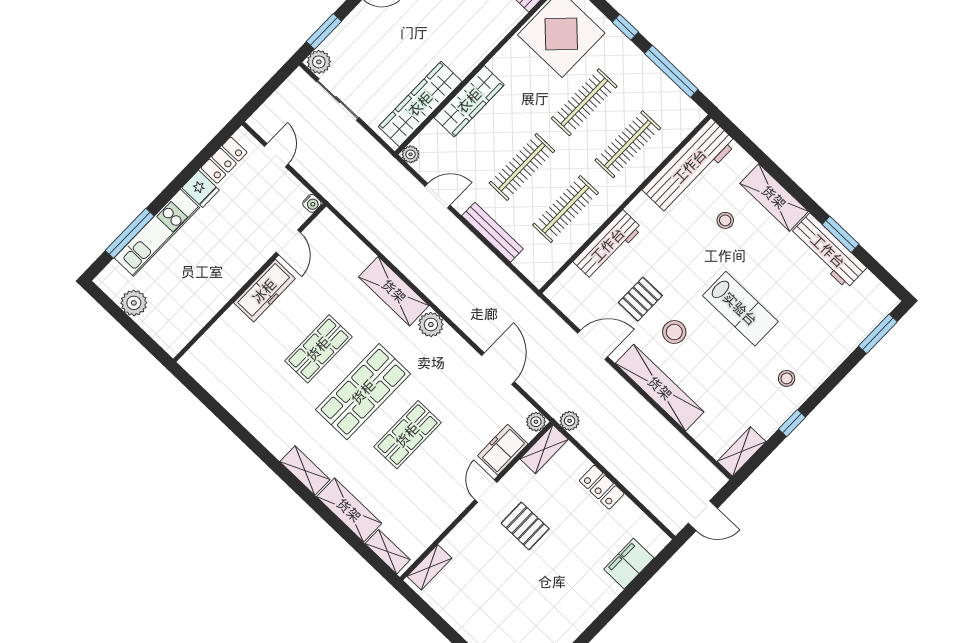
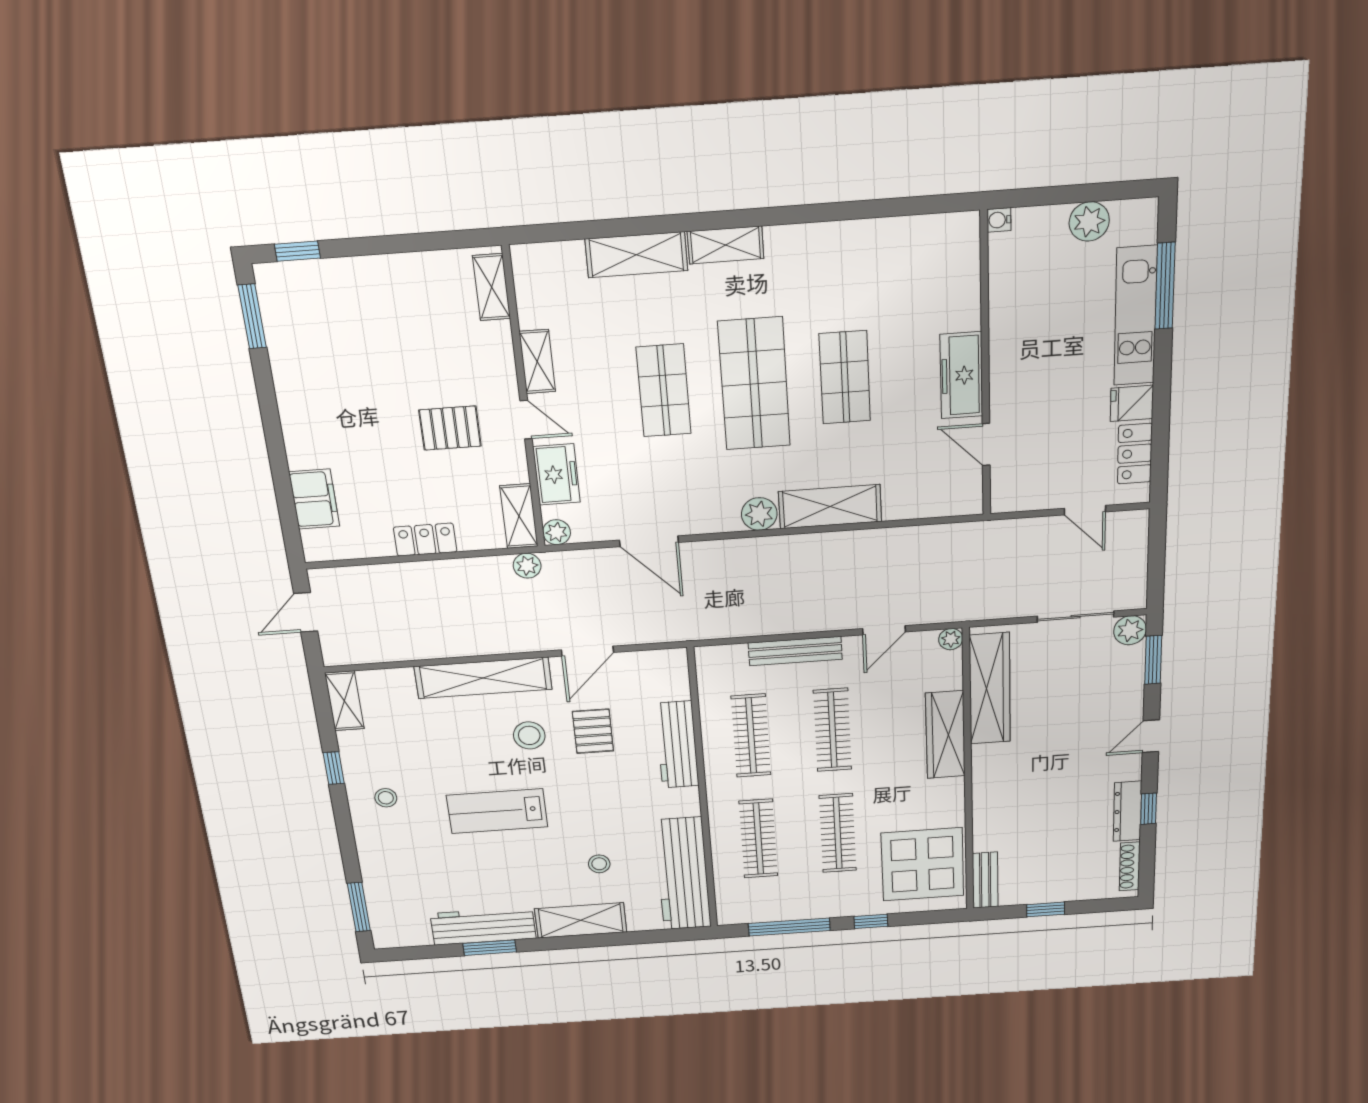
water cooler: (312, 203) -> (999, 220), moved
shelving: (388, 552) -> (537, 362), moved, turned 90

